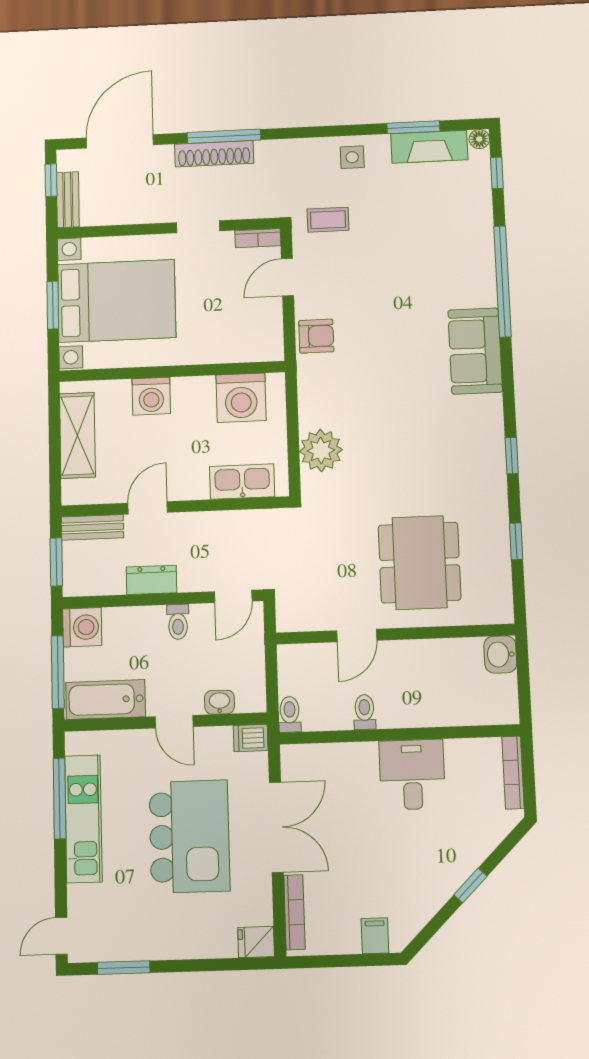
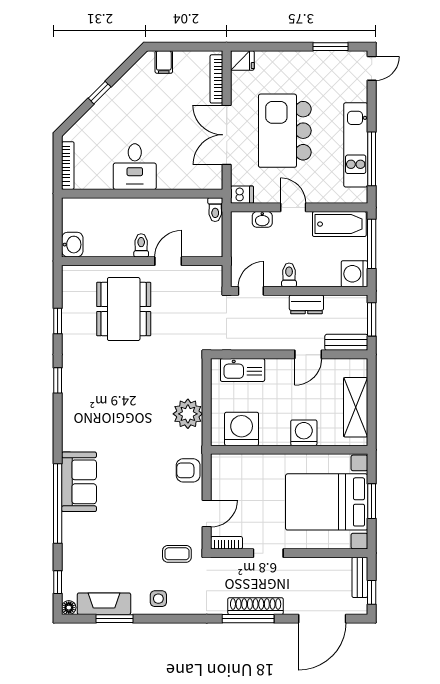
sofa: (475, 351) -> (79, 482), moved
plant: (321, 450) -> (188, 414), moved
toilet: (365, 712) -> (141, 245), moved, turned 180

